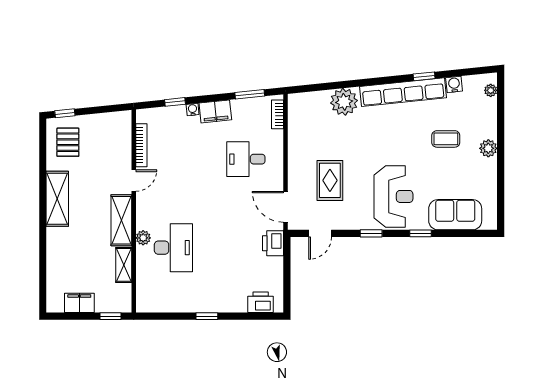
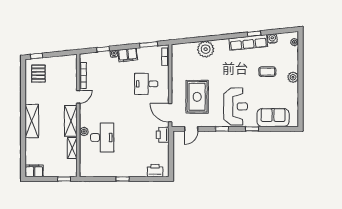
row of seats: (403, 92) -> (248, 43), width x0.73
rug: (330, 180) -> (197, 97), width x1.36, depth x1.43
shelving: (57, 199) -> (32, 121), moved
filing cabinet: (79, 303) -> (34, 171), moved

